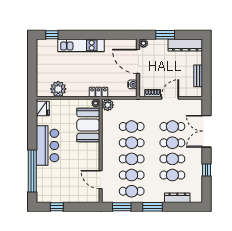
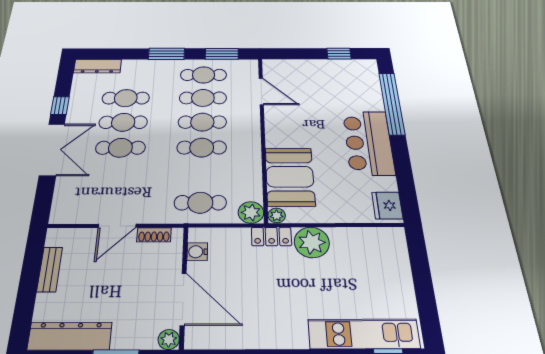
kitchen unit: (81, 45) -> (364, 334), moved
plant: (58, 89) -> (312, 242), moved
cafe table: (132, 127) -> (200, 203), moved
cafe table: (172, 127) -> (118, 175), removed
double door: (206, 131) -> (52, 149), moved
dresser: (177, 198) -> (98, 66), moved

